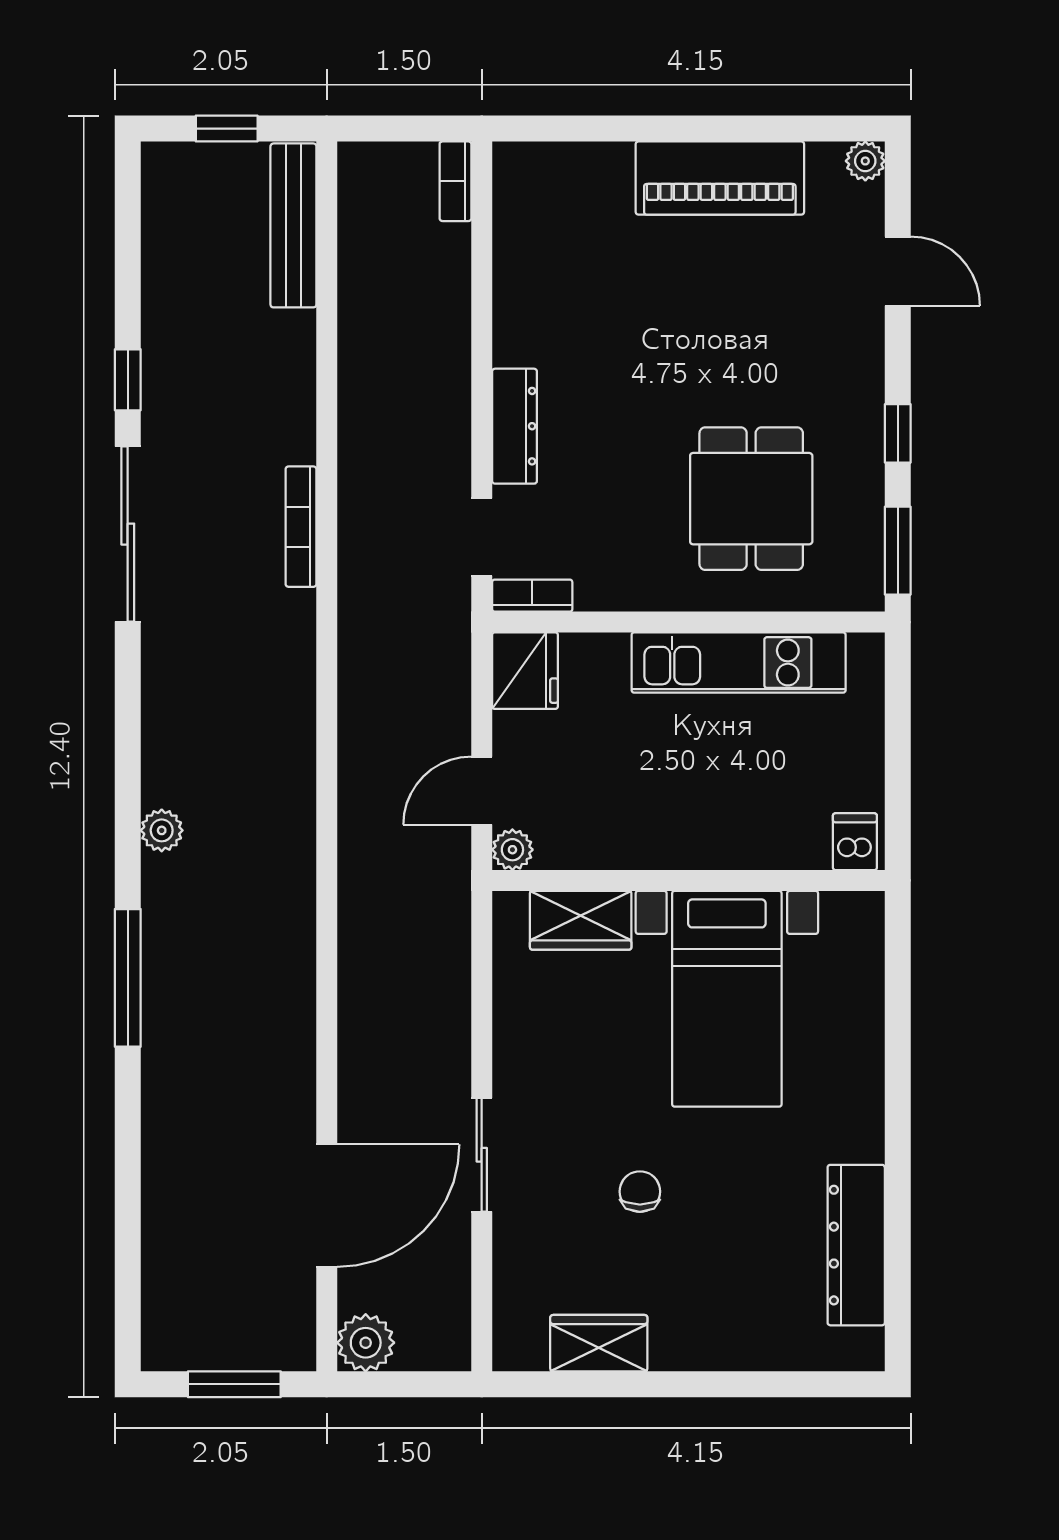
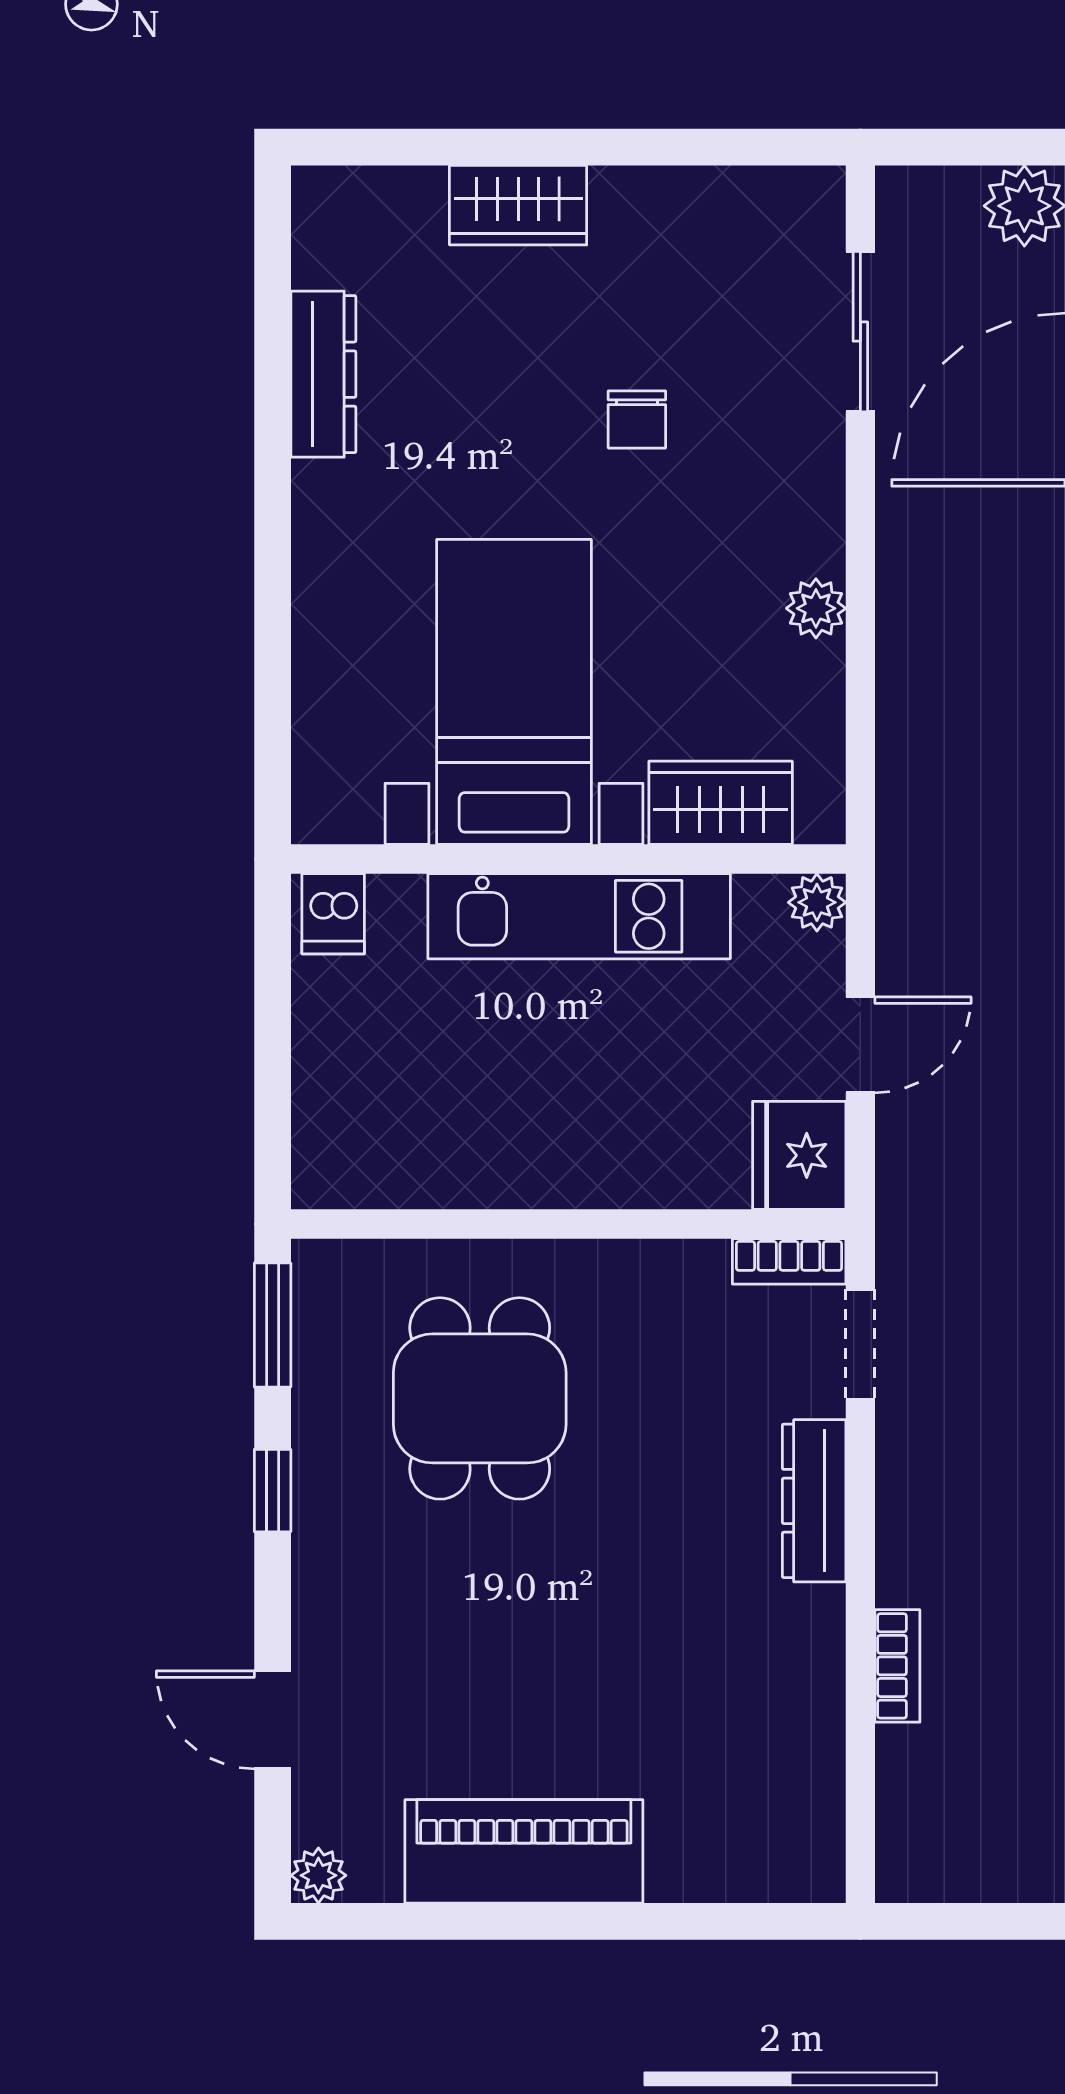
bookcase: (455, 181) -> (897, 1666), moved
kitchen unit: (739, 663) -> (579, 916), moved, turned 180
door: (482, 791) -> (860, 1045), moved
plant: (513, 1058) -> (816, 608), added
sliding door: (482, 1155) -> (860, 332), moved
dresser: (856, 1245) -> (323, 374), width x0.73, depth x0.80
wardrobe: (599, 1343) -> (518, 205), moved

